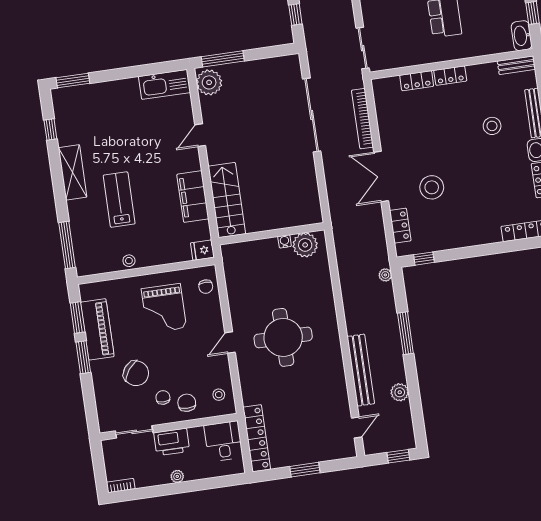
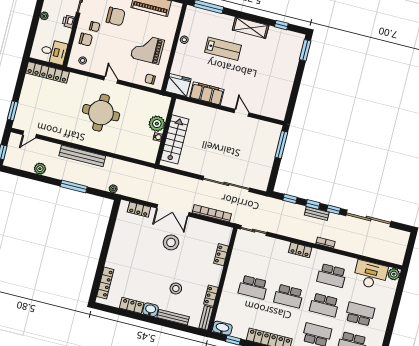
locker: (450, 76) -> (211, 296), moved
plant: (209, 82) -> (271, 131), removed
kitchen sink: (165, 84) -> (280, 104), removed
double door: (381, 176) -> (173, 210), swing flipped
stool: (432, 187) -> (171, 242), moved
stairs: (227, 200) -> (175, 139), moved, turned -90
plant: (305, 245) -> (157, 124), moved
fridge: (202, 250) -> (178, 85), width x1.88, depth x1.34
window: (424, 259) -> (114, 216), removed
bench: (361, 370) -> (82, 156), moved
chair: (136, 373) -> (116, 16), turned -127
door: (357, 427) -> (30, 134), hinge flipped
printer: (172, 442) -> (68, 21), width x0.53, depth x0.68
window: (305, 470) -> (13, 111), moved

